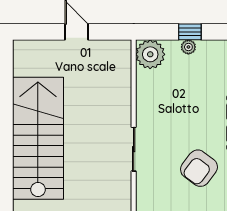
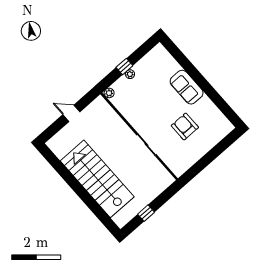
plant: (150, 54) -> (109, 93), width x0.53, depth x0.53
armchair: (199, 168) -> (185, 126), turned 143

